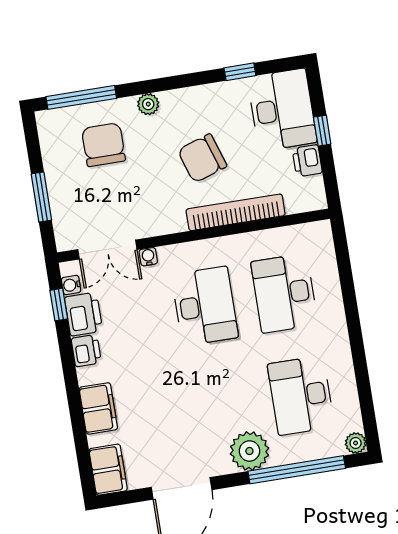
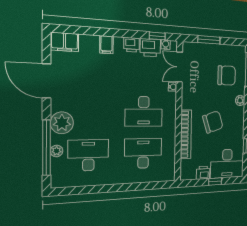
chair: (202, 158) -> (213, 122), turned 90
filing cabinet: (98, 408) -> (106, 45), width x0.50
plant: (356, 443) -> (57, 151), moved

